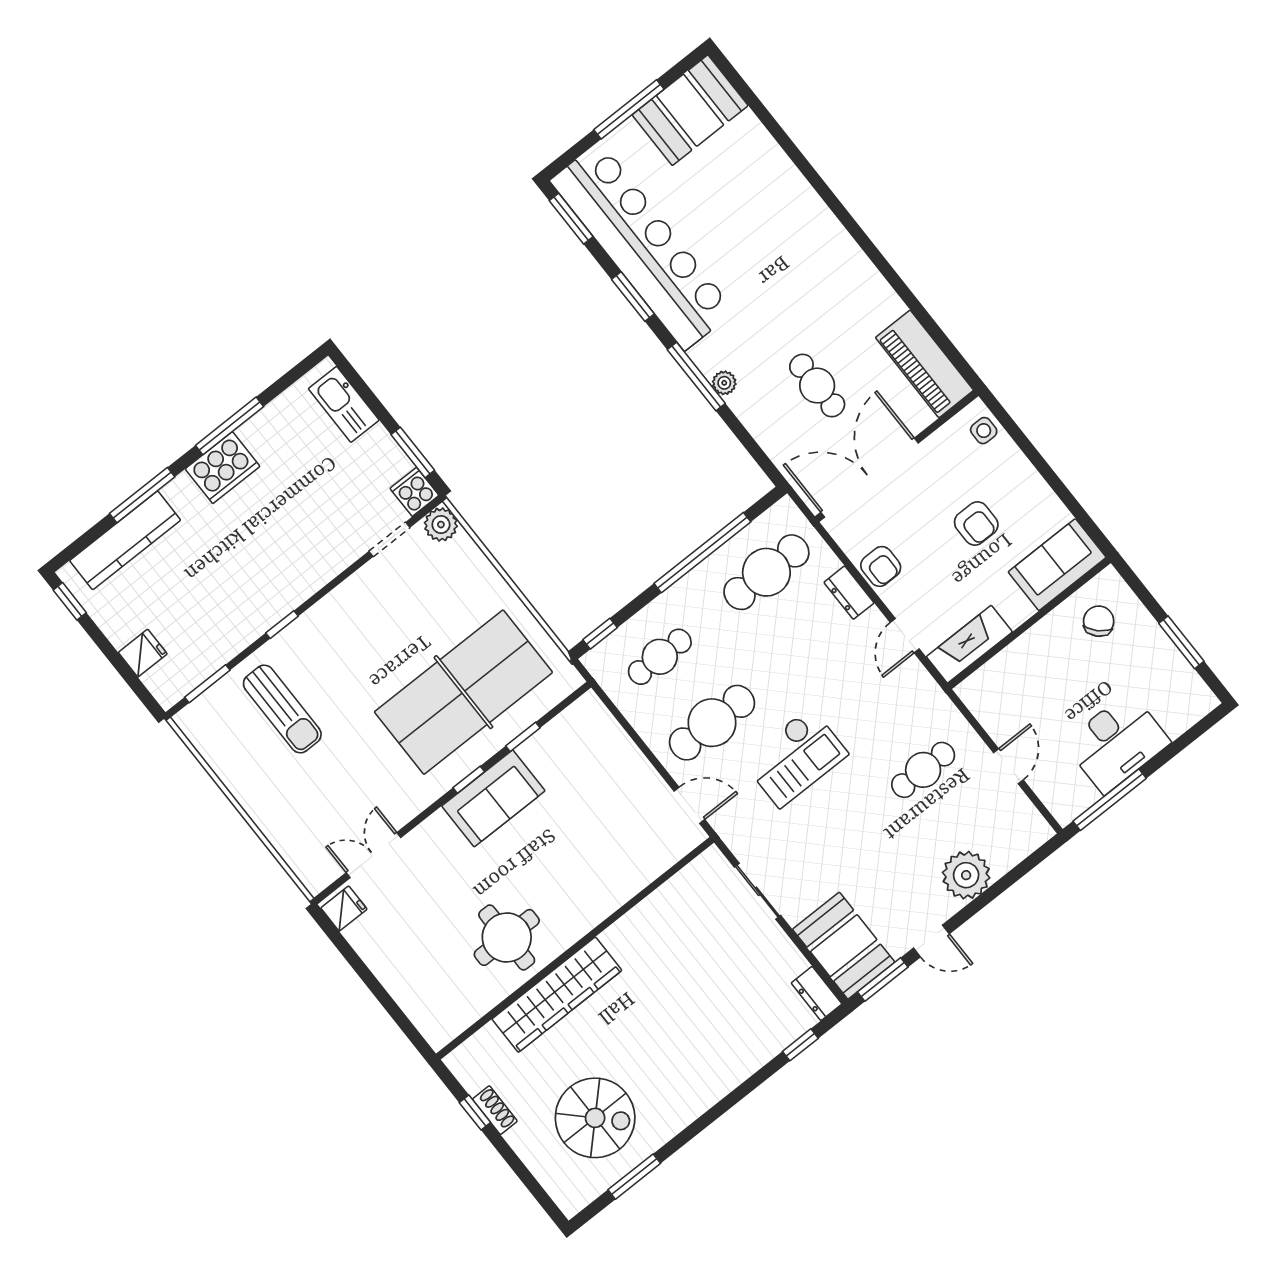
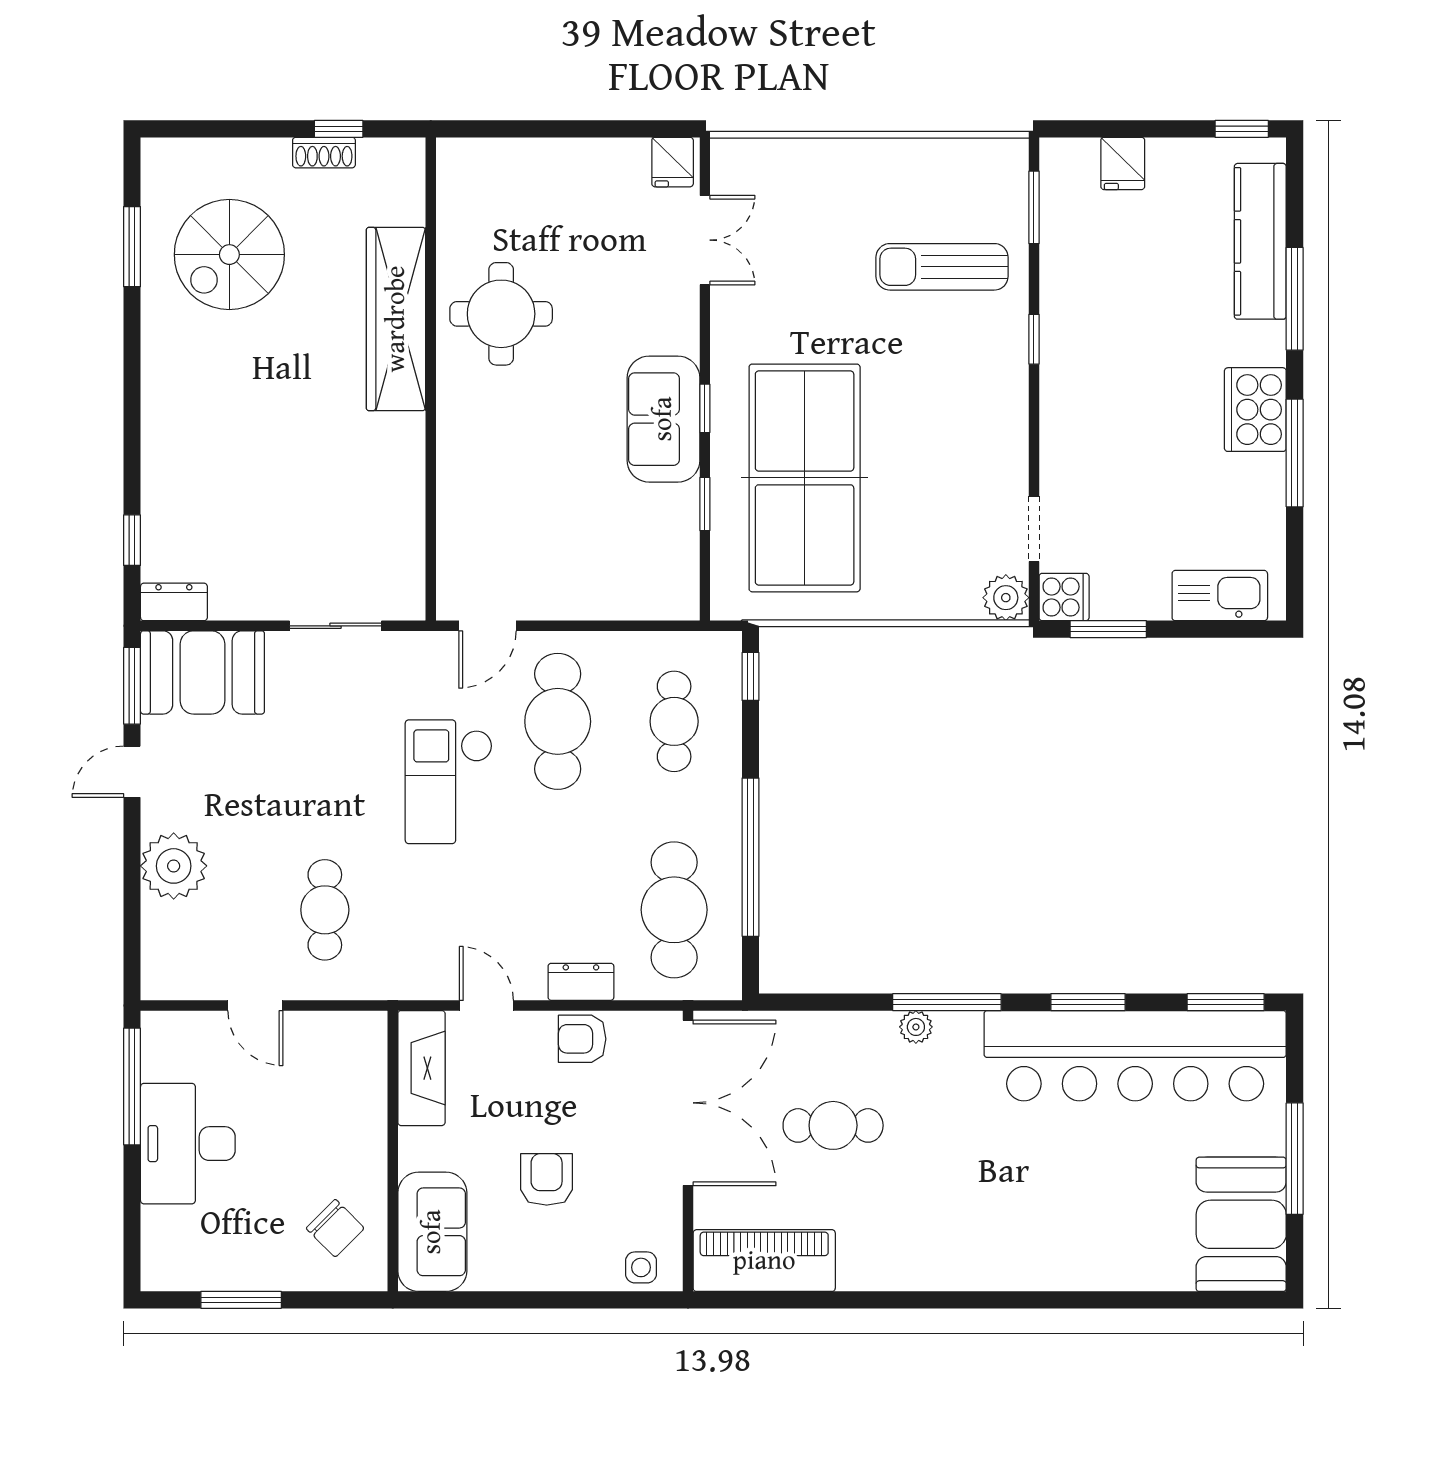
armchair: (976, 523) -> (547, 1179), turned 90

